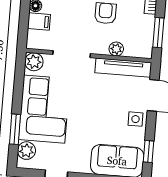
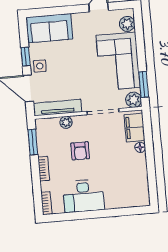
filing cabinet: (39, 21) -> (134, 128), width x2.00
window: (15, 129) -> (144, 84), moved
window: (149, 151) -> (26, 57), moved

